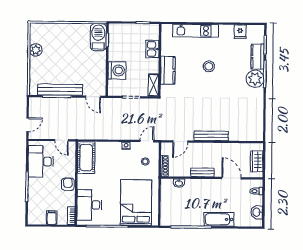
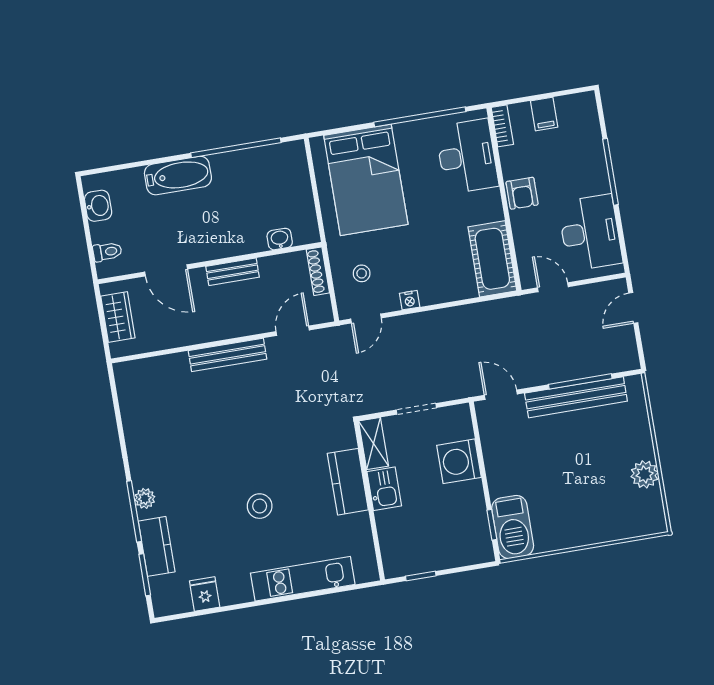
kitchen sink: (152, 49) -> (384, 489), moved
plant: (255, 79) -> (145, 498), width x0.53, depth x0.53

